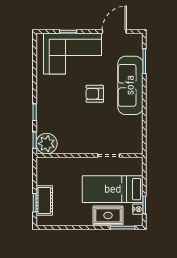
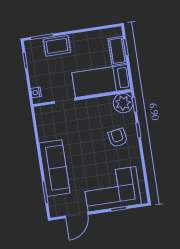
armchair: (95, 94) -> (118, 138), moved, turned -100
bed: (113, 189) -> (101, 81), moved, turned 180
nightstand: (138, 209) -> (36, 92), moved

